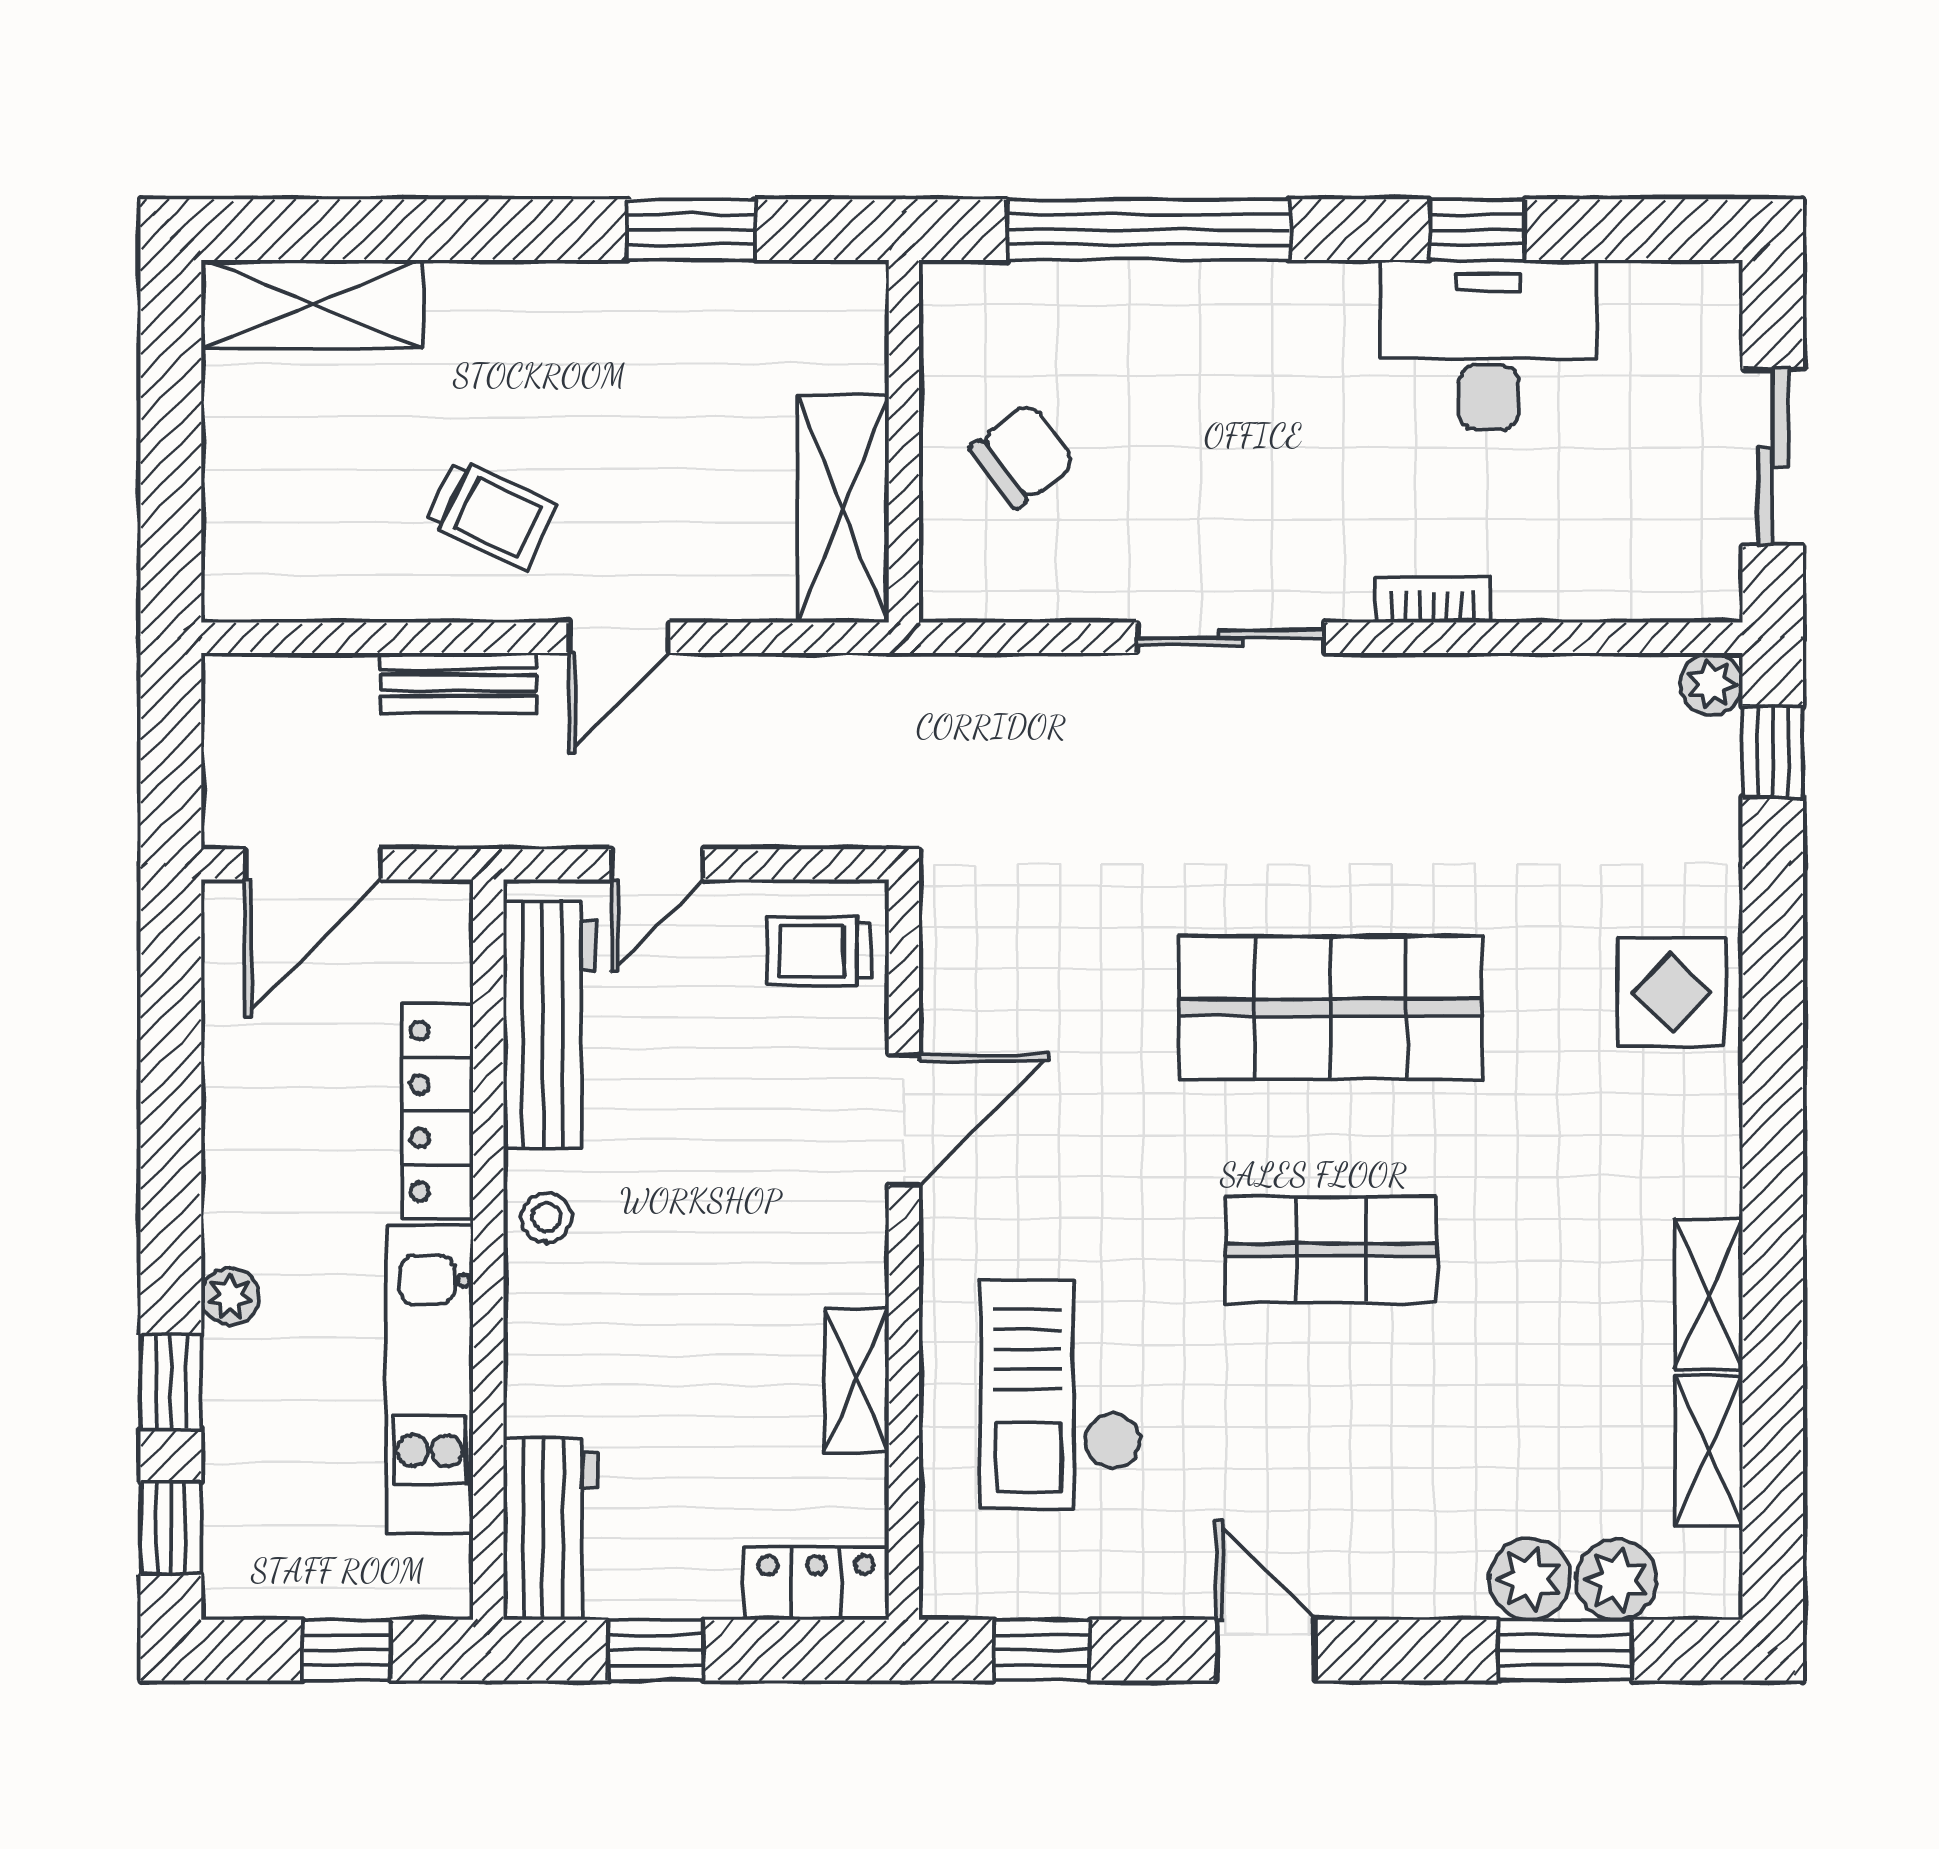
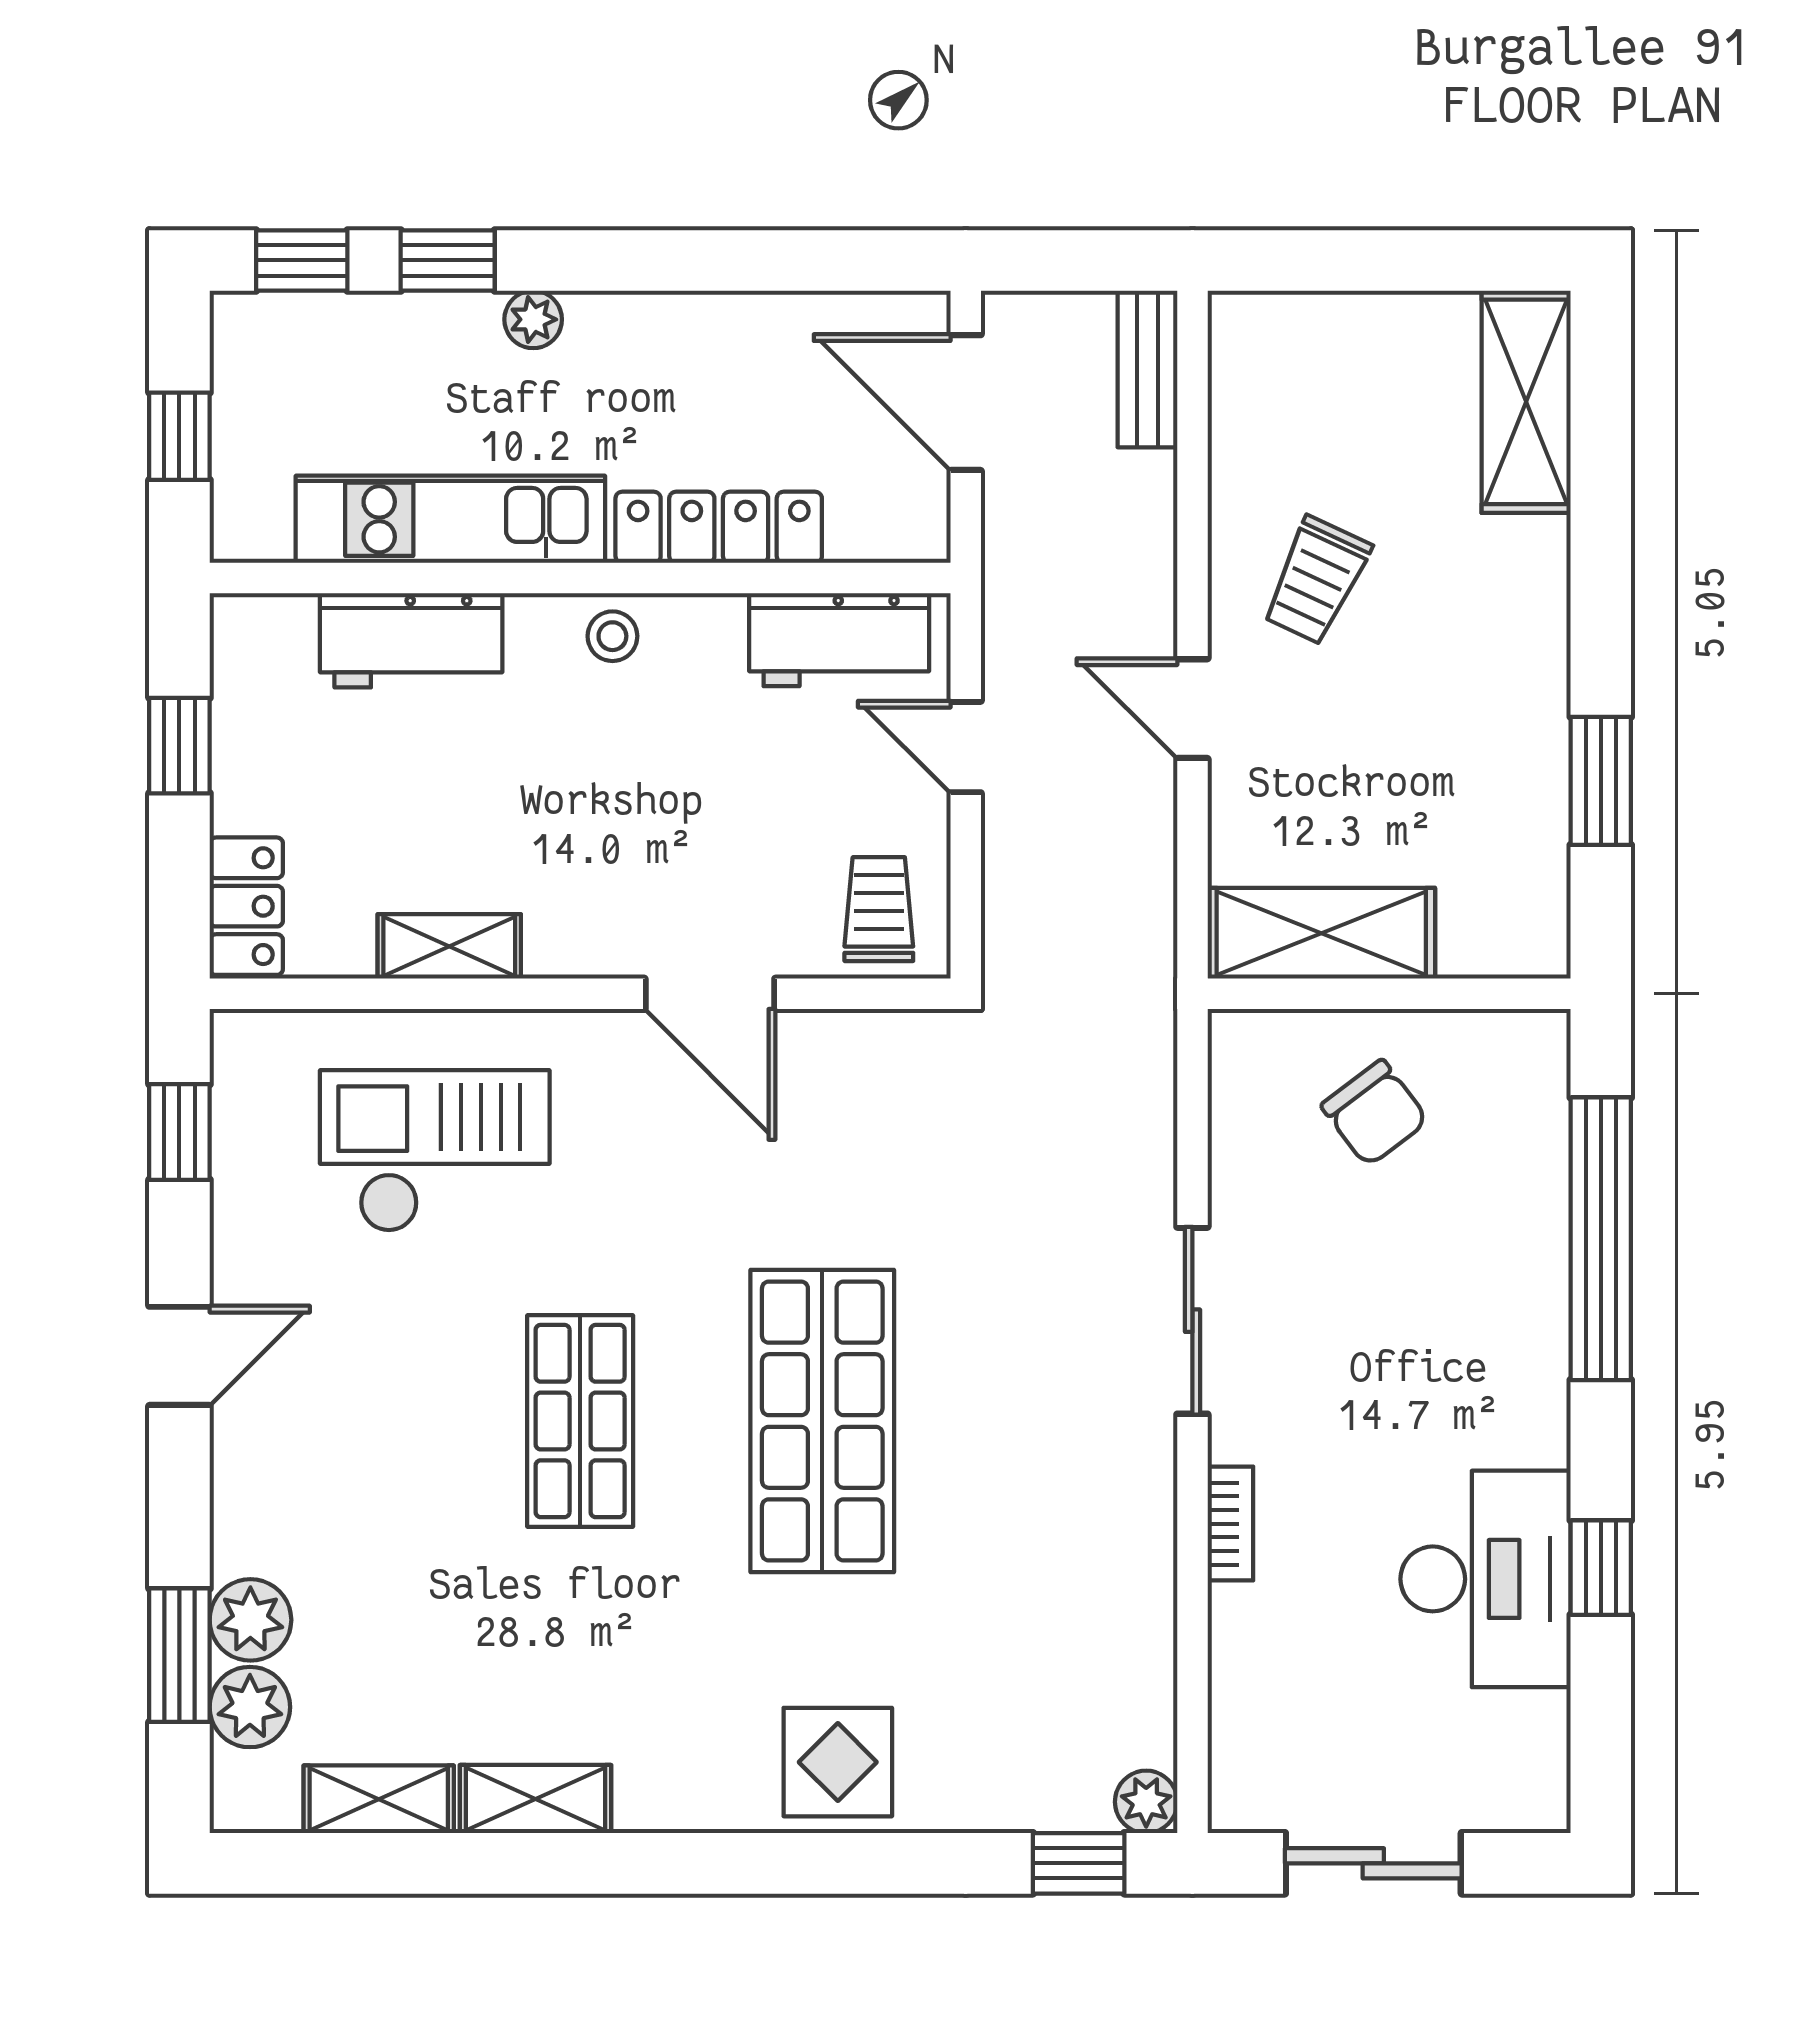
bench: (459, 683) -> (1147, 369), moved
workbench: (550, 1025) -> (839, 640), width x0.73
workbench: (551, 1529) -> (411, 640), moved

